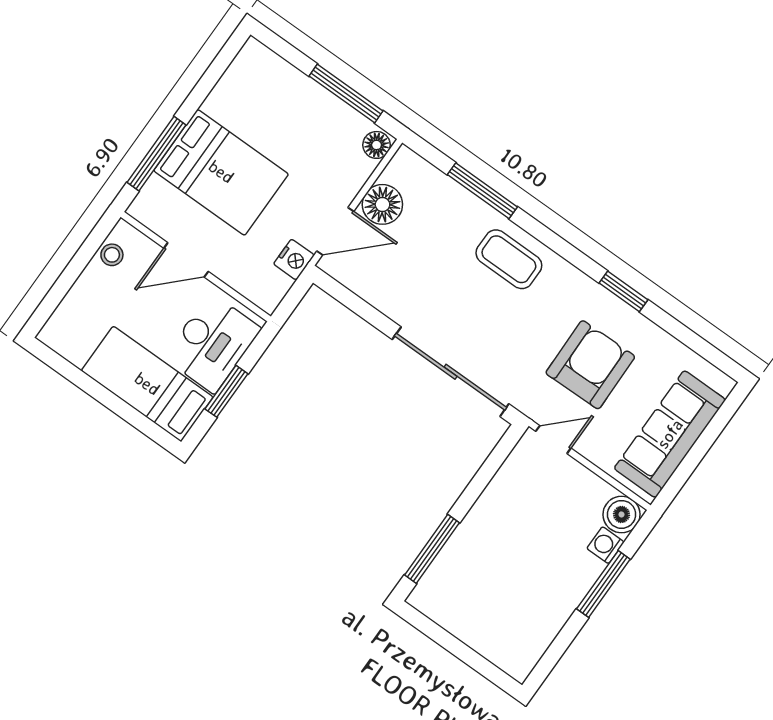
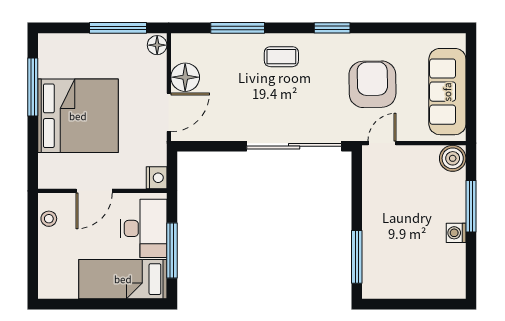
window: (157, 154) -> (33, 87), moved
bed: (221, 172) -> (78, 116), width x1.36
coffee table: (509, 259) -> (281, 57), width x0.73, depth x0.77
nightstand: (294, 260) -> (157, 178), moved
window: (623, 291) -> (332, 28), moved
window: (226, 391) -> (172, 251), width x1.44
washing machine: (605, 545) -> (456, 233), moved

